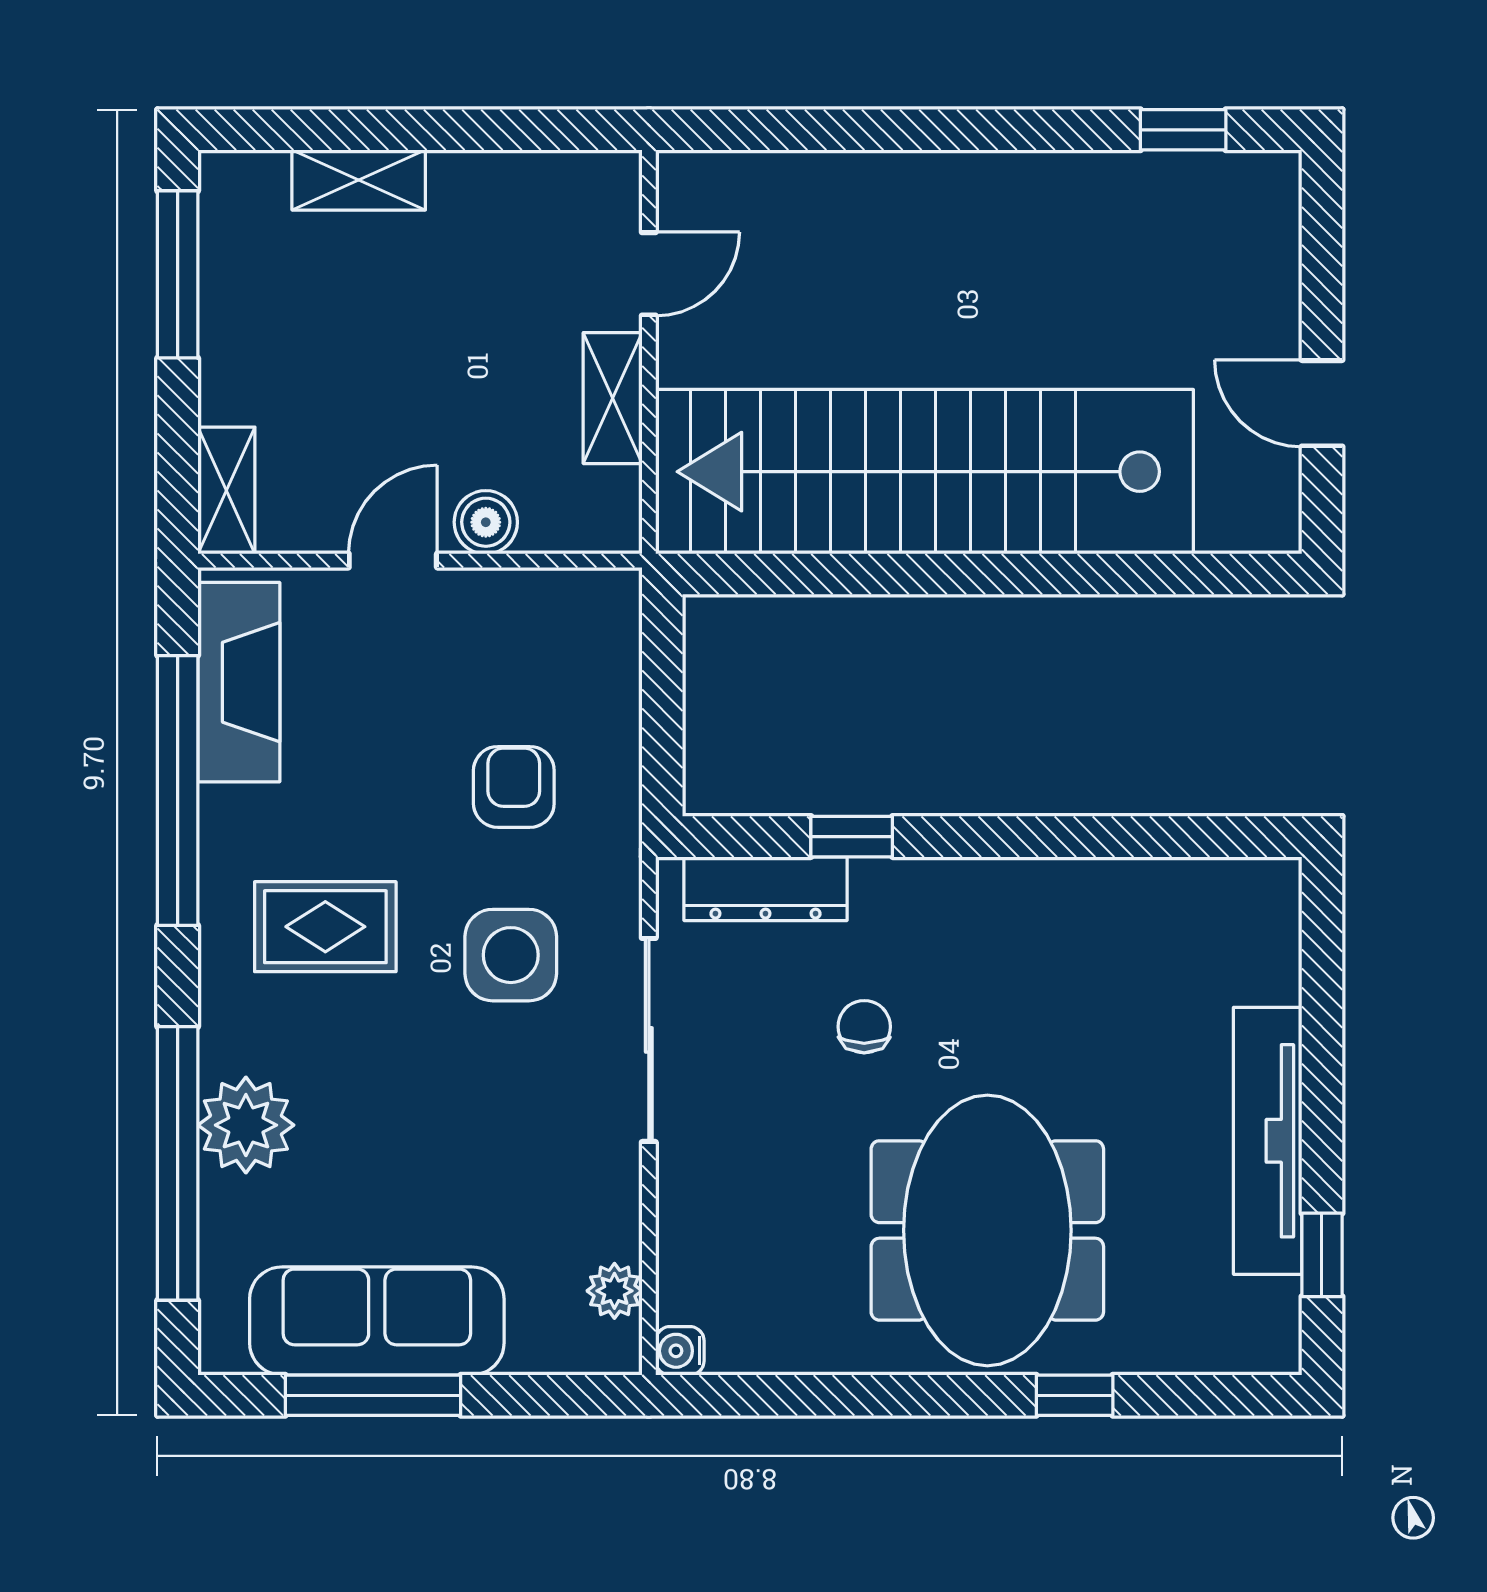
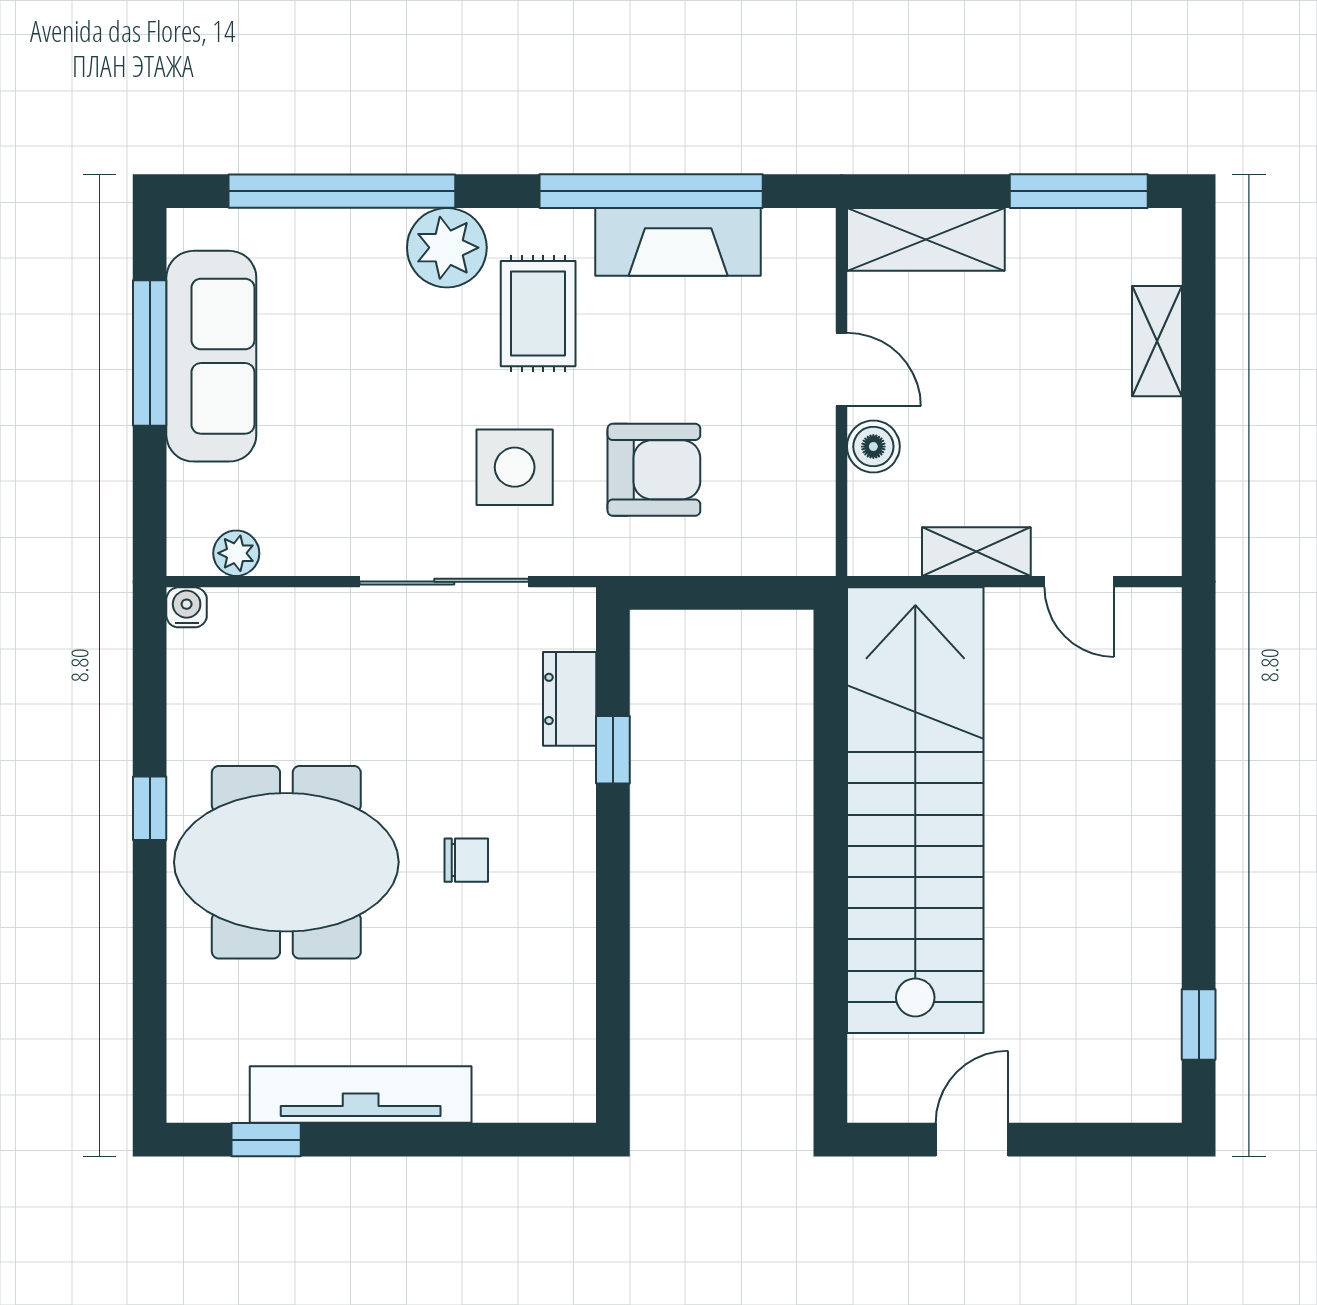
shelving: (226, 490) -> (926, 239), width x1.50, depth x1.33
fireplace: (239, 682) -> (678, 242), moved
armchair: (514, 787) -> (654, 470), width x1.38, depth x1.38
dresser: (765, 889) -> (570, 699), width x0.70
chair: (864, 1027) -> (466, 860), moved
plant: (246, 1125) -> (447, 248), moved
window: (1075, 1395) -> (150, 808), moved

